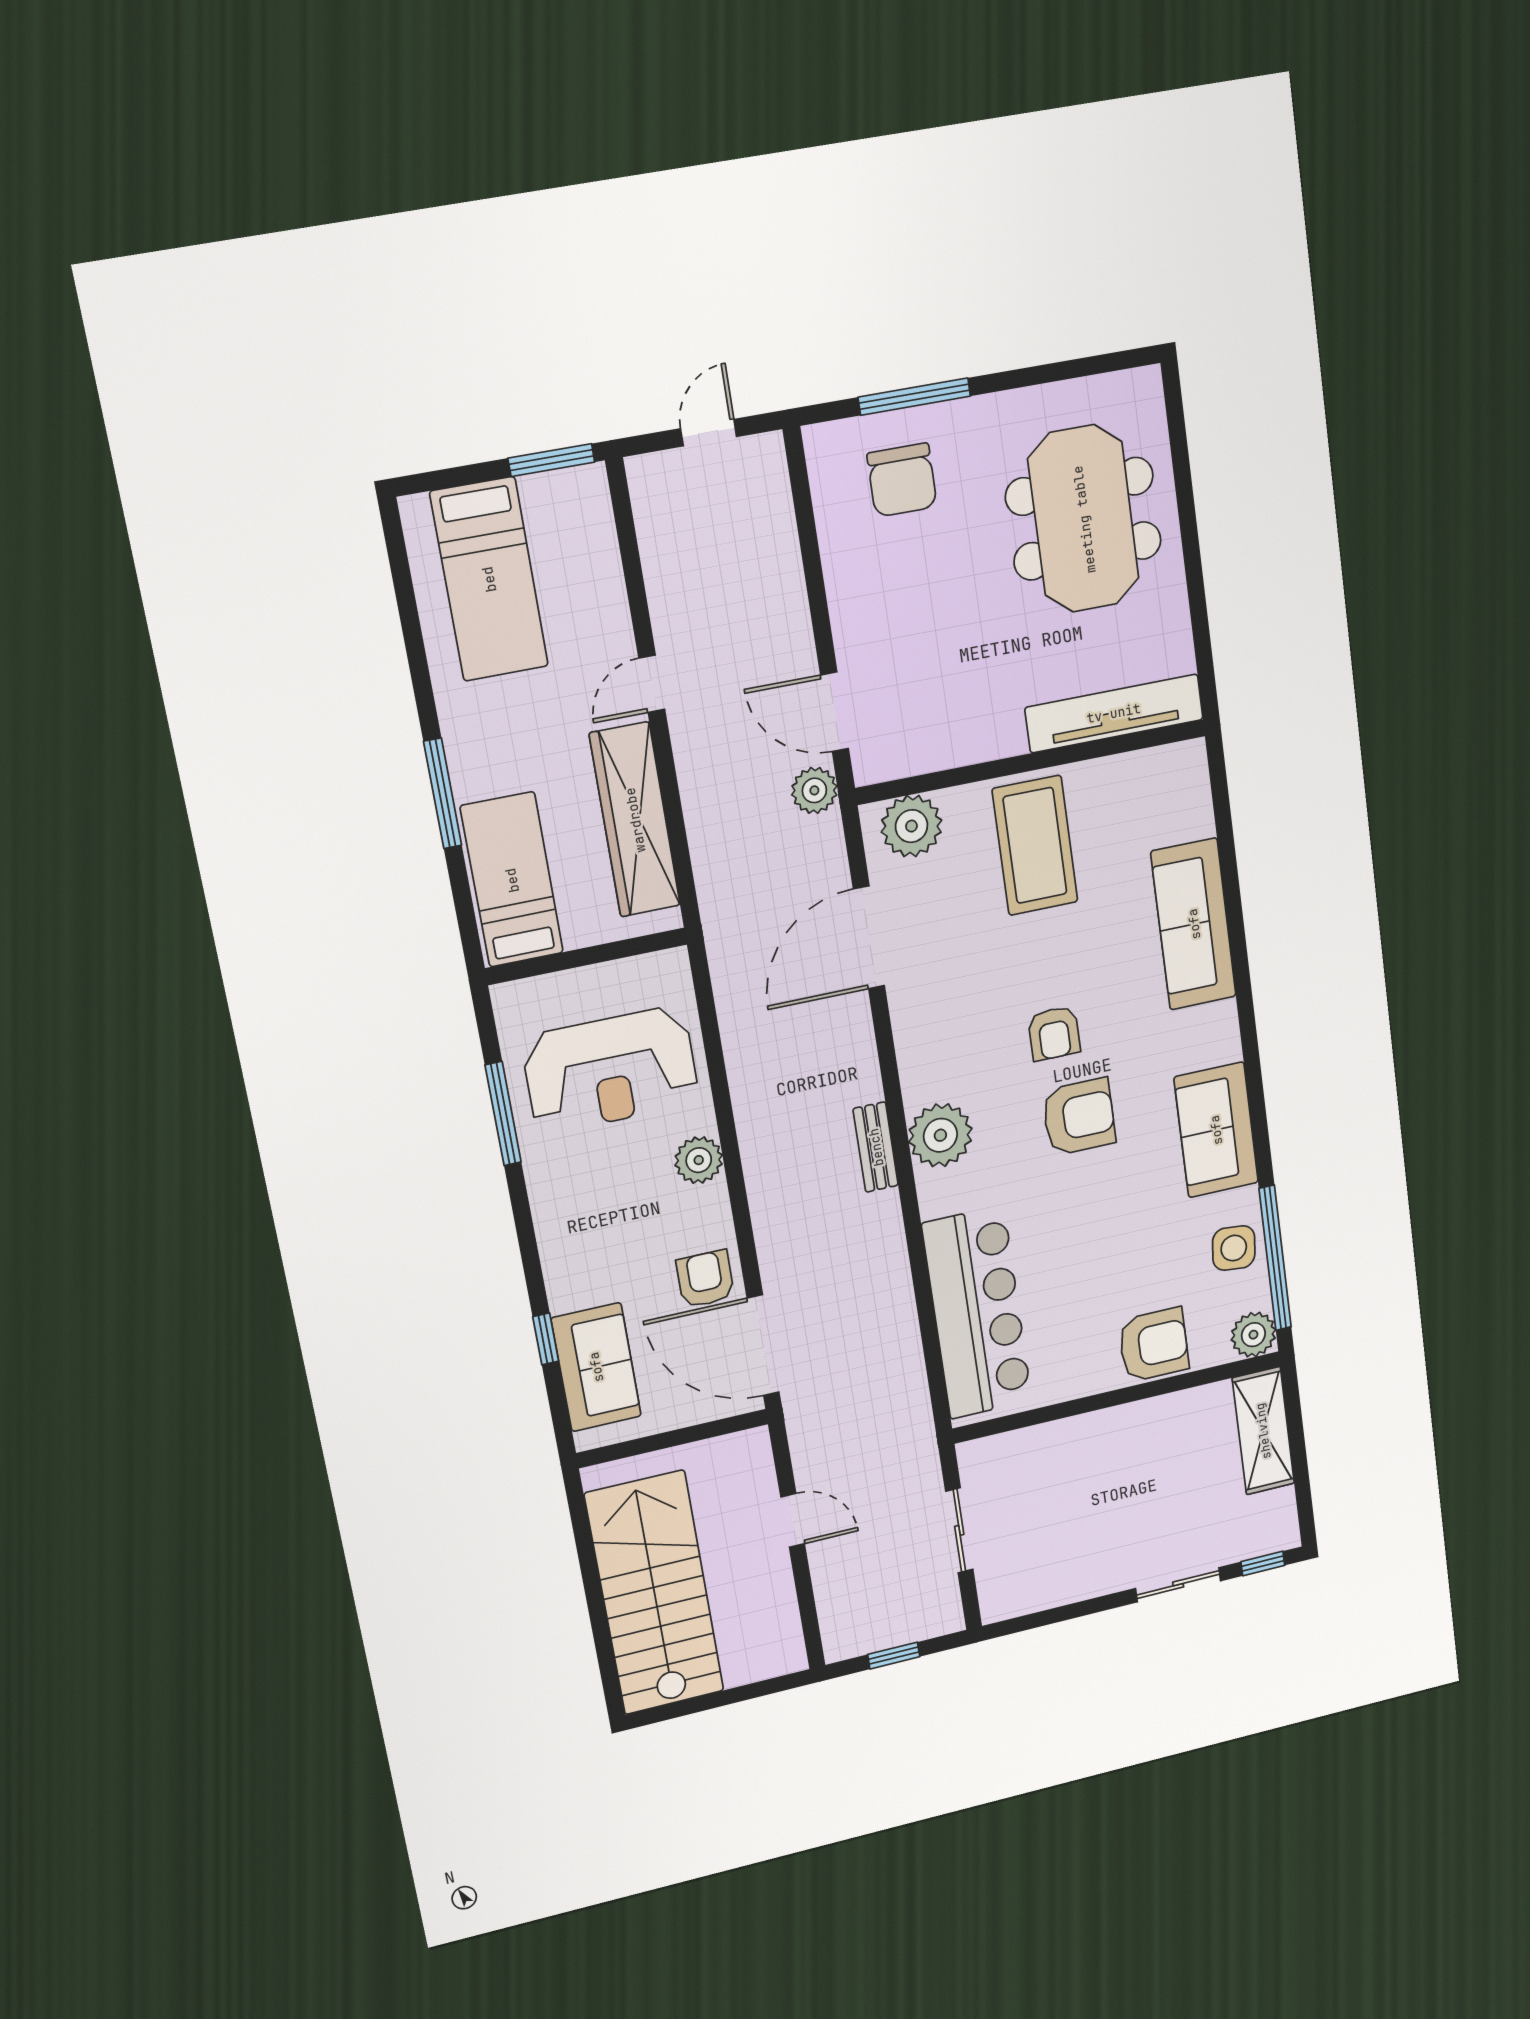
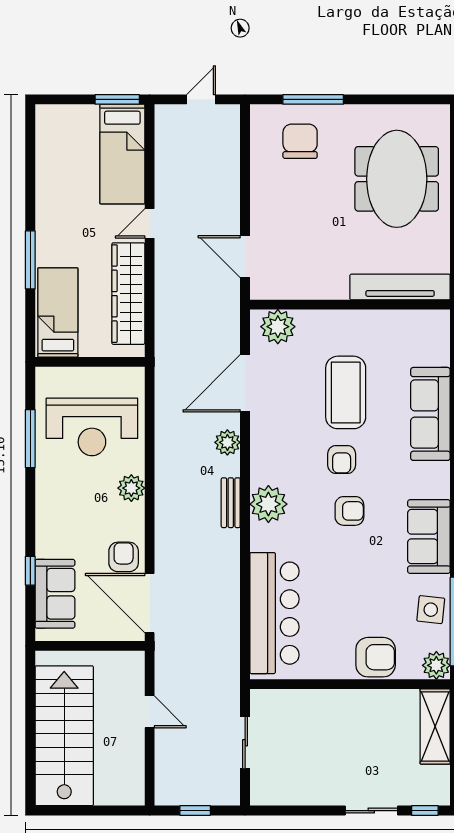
chair: (902, 480) -> (300, 141), turned 180
bed: (489, 579) -> (122, 154), moved
plant: (814, 790) -> (227, 442), moved
coffee table: (1035, 845) -> (346, 392), moved
armchair: (1079, 1117) -> (349, 511), width x0.72, depth x0.72

